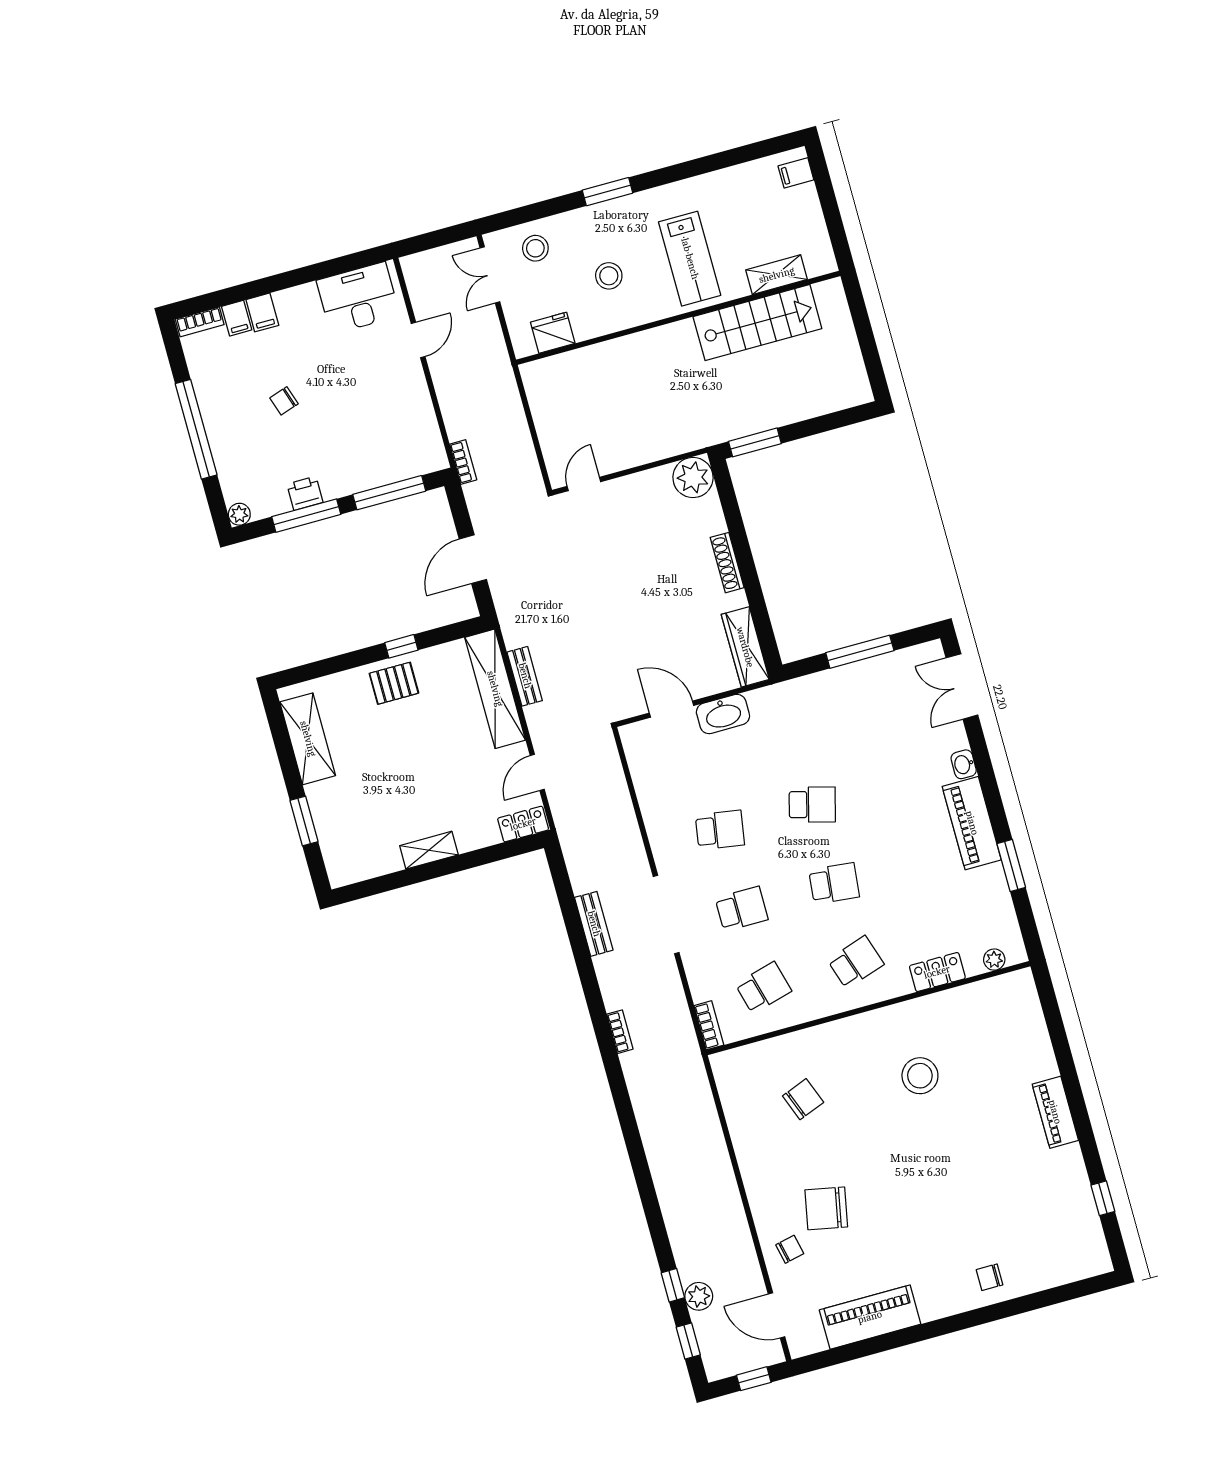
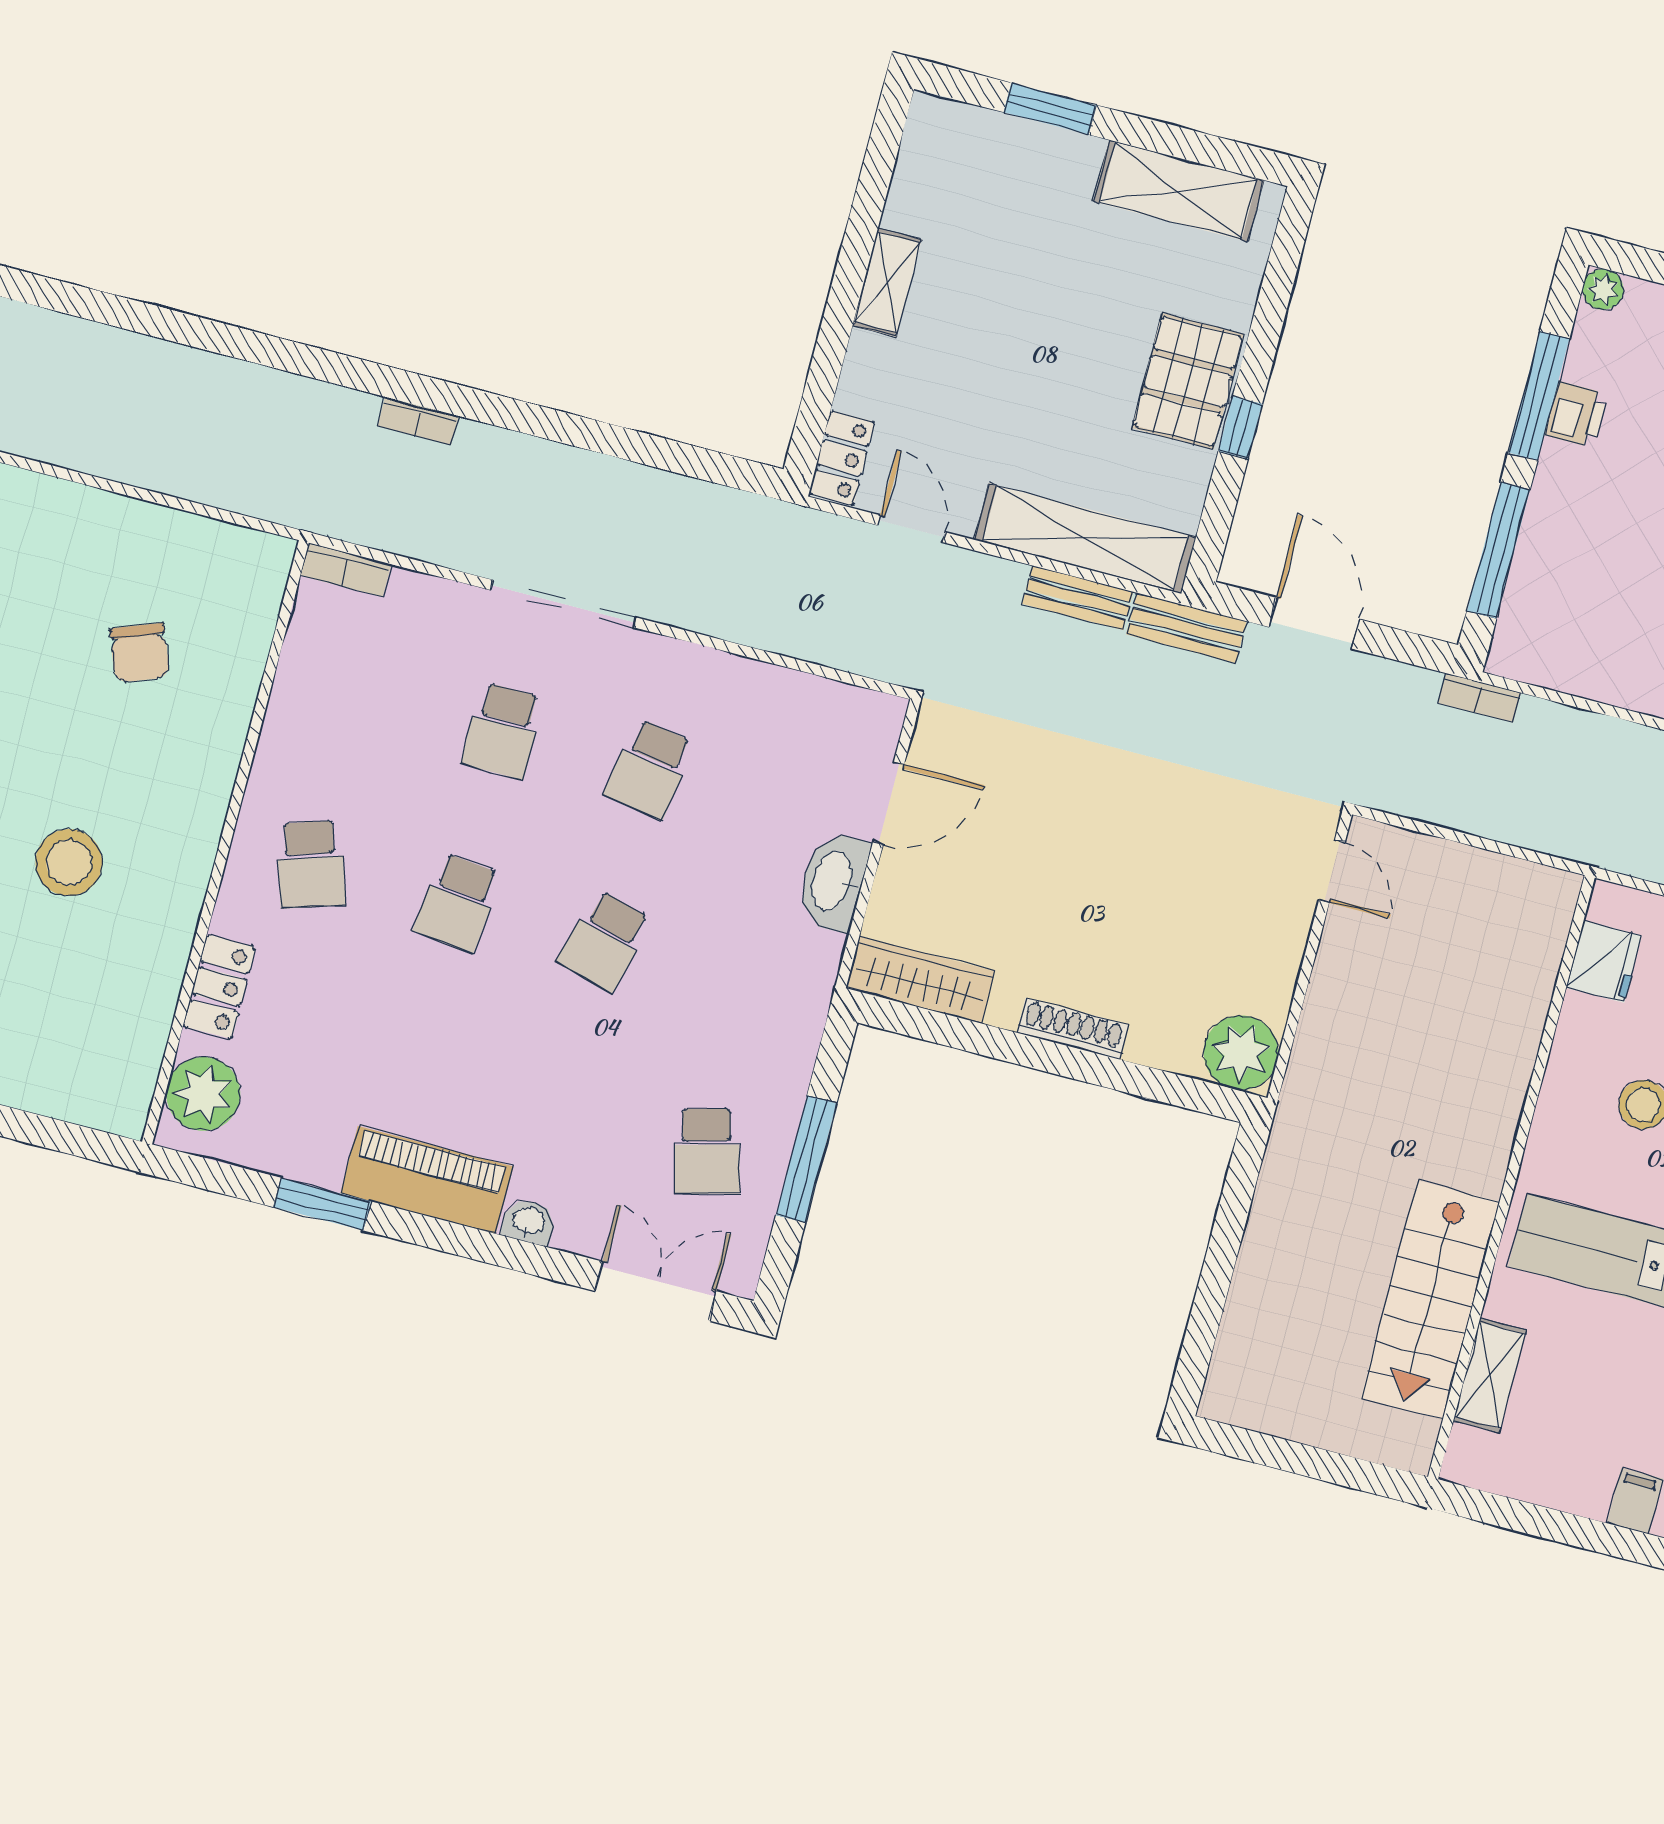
window: (755, 442) -> (1240, 1185), removed
pallet: (394, 683) -> (1188, 381), width x1.50, depth x1.42
bench: (594, 924) -> (1186, 628), moved
plant: (994, 960) -> (203, 1094), width x1.88, depth x1.88
school desk: (763, 988) -> (707, 1151), moved

